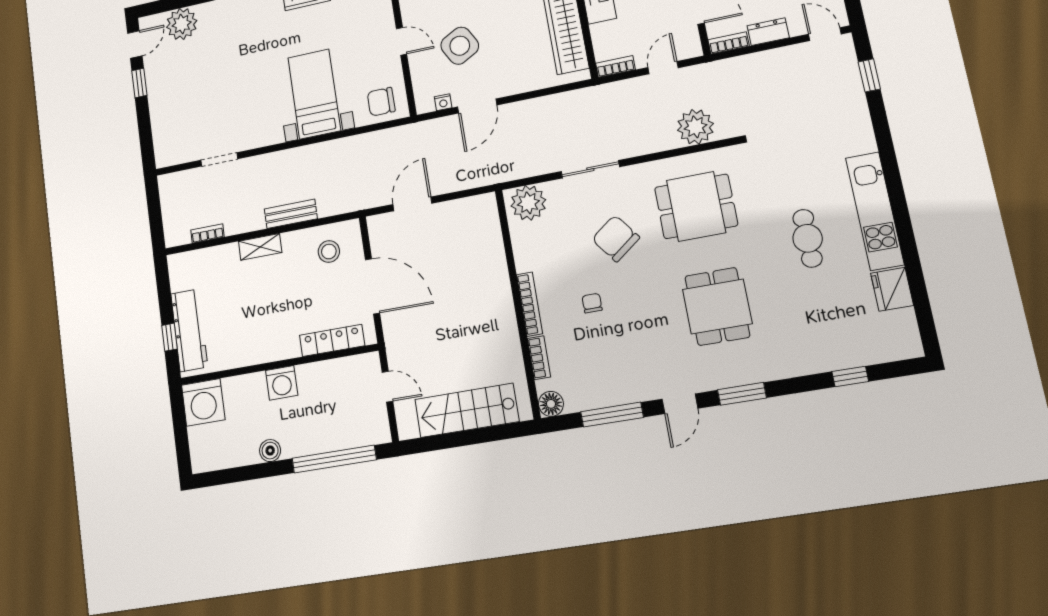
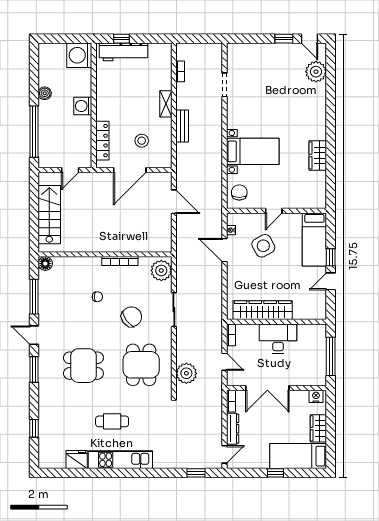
dresser: (768, 32) -> (233, 429), width x1.44
stool: (329, 252) -> (142, 141), moved
bookcase: (530, 304) -> (120, 261), moved
bookcase: (539, 358) -> (72, 261), removed

